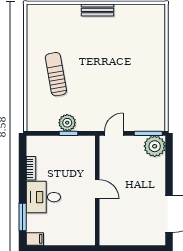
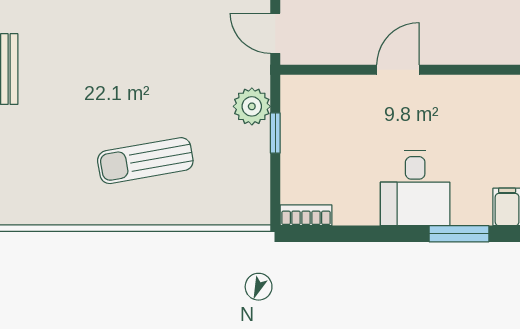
plant: (67, 123) -> (252, 106), moved
bookcase: (31, 168) -> (306, 215), moved

